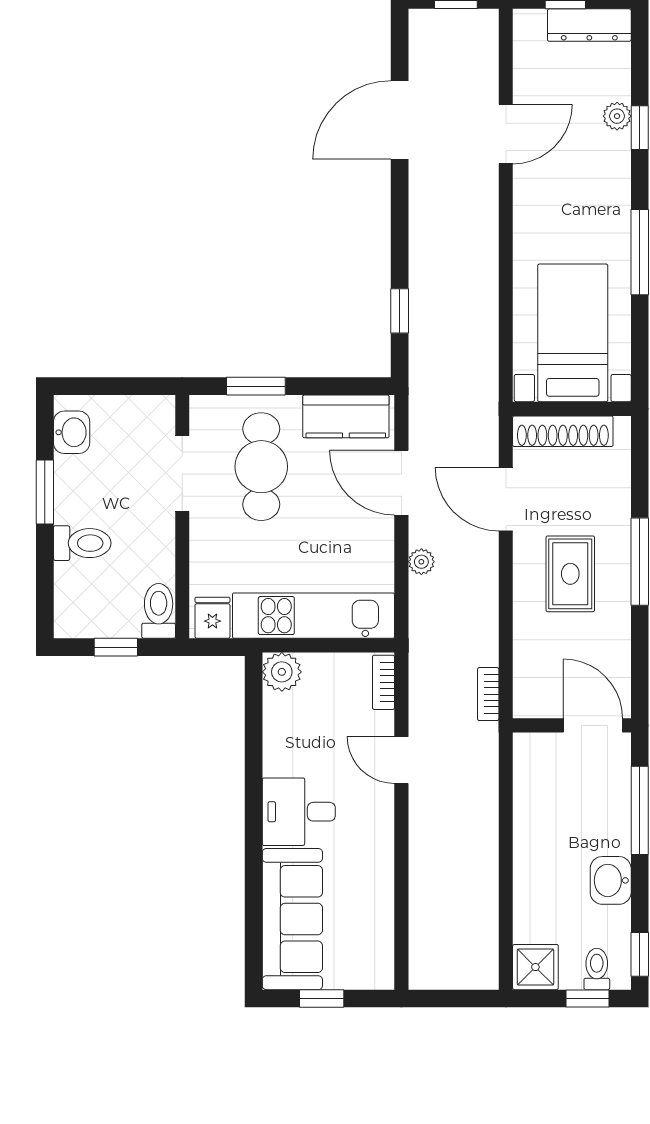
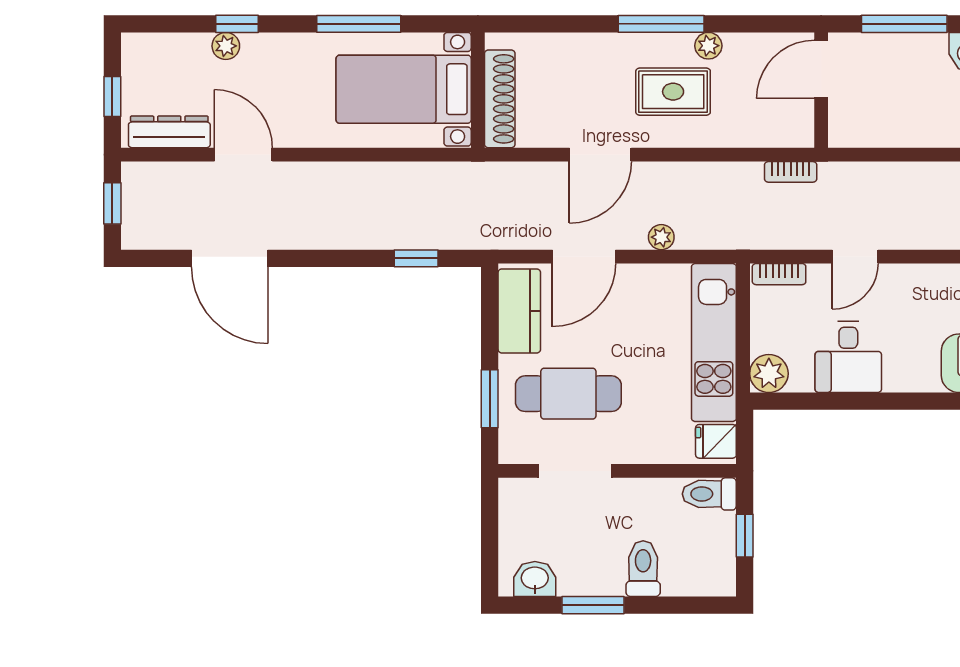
dresser: (589, 25) -> (169, 132), moved, turned -90
bed with nightstands: (573, 333) -> (404, 89), moved
wall: (572, 409) -> (478, 90), moved
shoe rack: (563, 431) -> (500, 99), moved
plant: (617, 610) -> (708, 46), added
desk: (299, 812) -> (848, 357), moved

